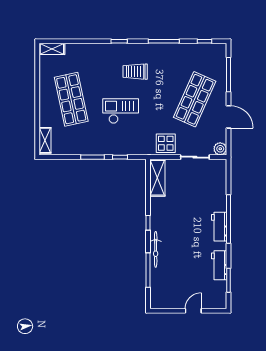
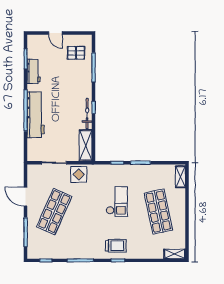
trolley: (135, 72) -> (116, 246), moved
checkout: (121, 111) -> (117, 202), turned -90
plant: (220, 149) -> (33, 170), removed
workbench: (219, 227) -> (36, 115), width x1.88, depth x1.32
bicycle: (156, 249) -> (87, 114), moved
pallet: (169, 287) -> (76, 53), added
door: (193, 311) -> (55, 33), hinge flipped

